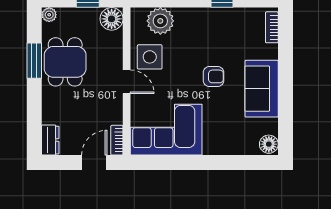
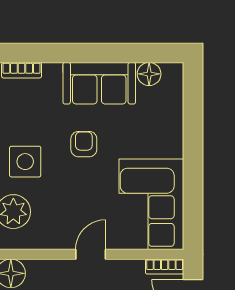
side table: (150, 57) -> (25, 162), moved
floor lamp: (269, 144) -> (149, 74), moved

